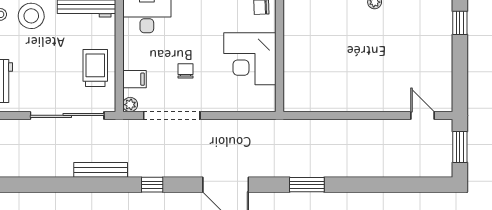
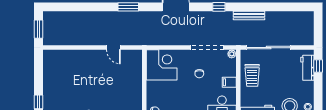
corner desk: (250, 59) -> (162, 65), moved
filing cabinet: (134, 79) -> (229, 82), moved
door: (422, 115) -> (113, 48), moved

